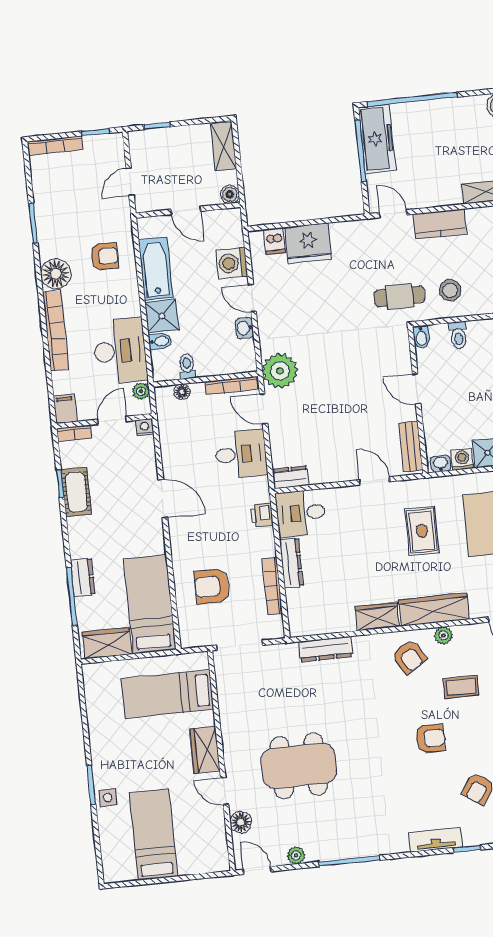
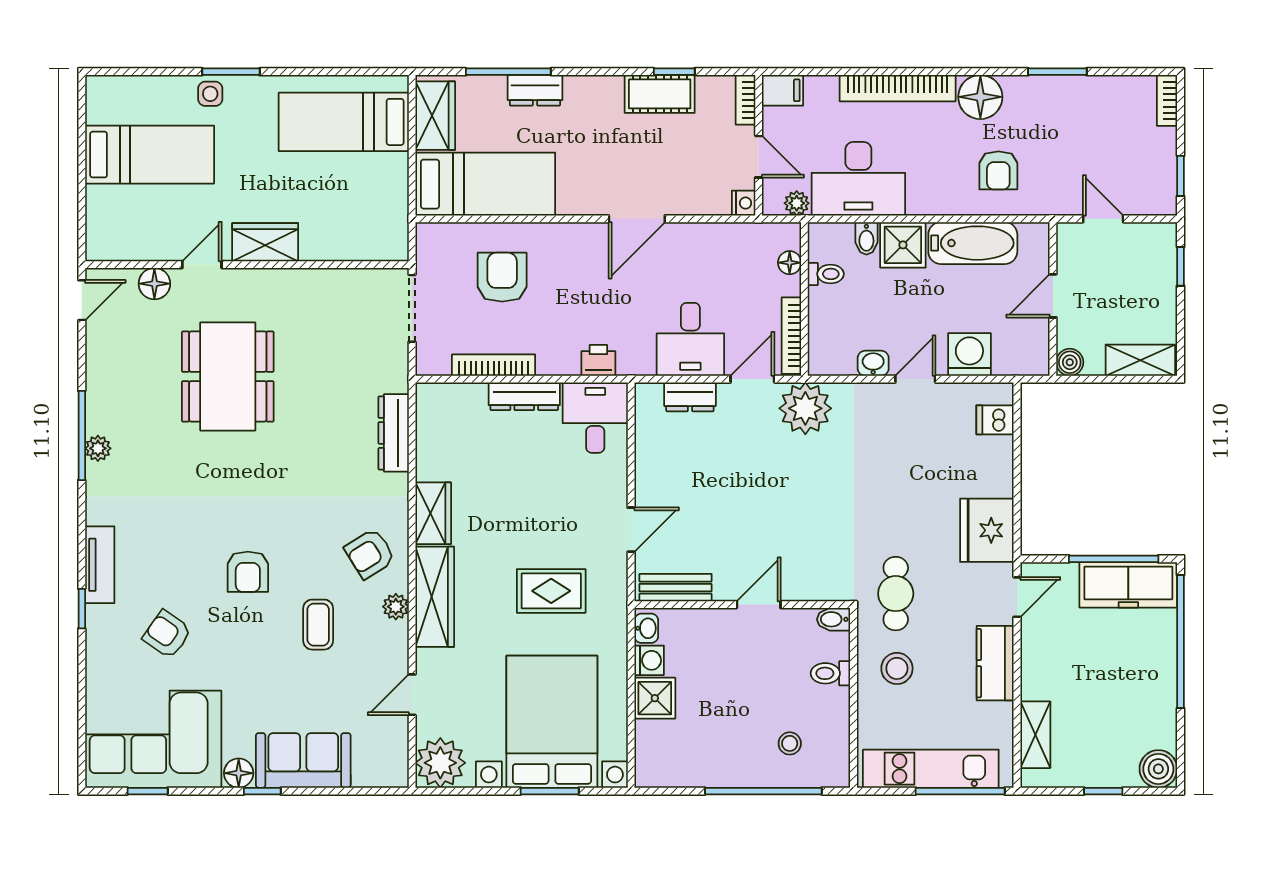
bookcase: (55, 146) -> (1167, 100), width x0.64
fridge: (308, 243) -> (987, 530), moved
dresser: (291, 477) -> (690, 397), moved, turned 90
bed: (168, 694) -> (344, 122), moved, turned -90
plant: (296, 855) -> (98, 448), moved

